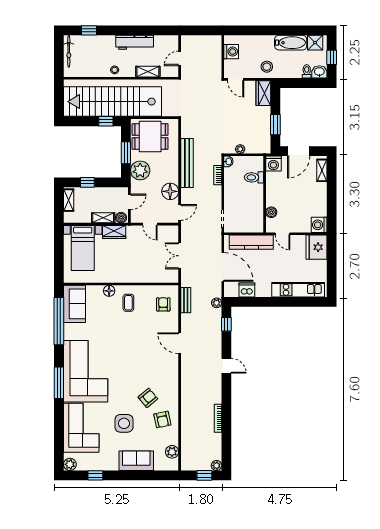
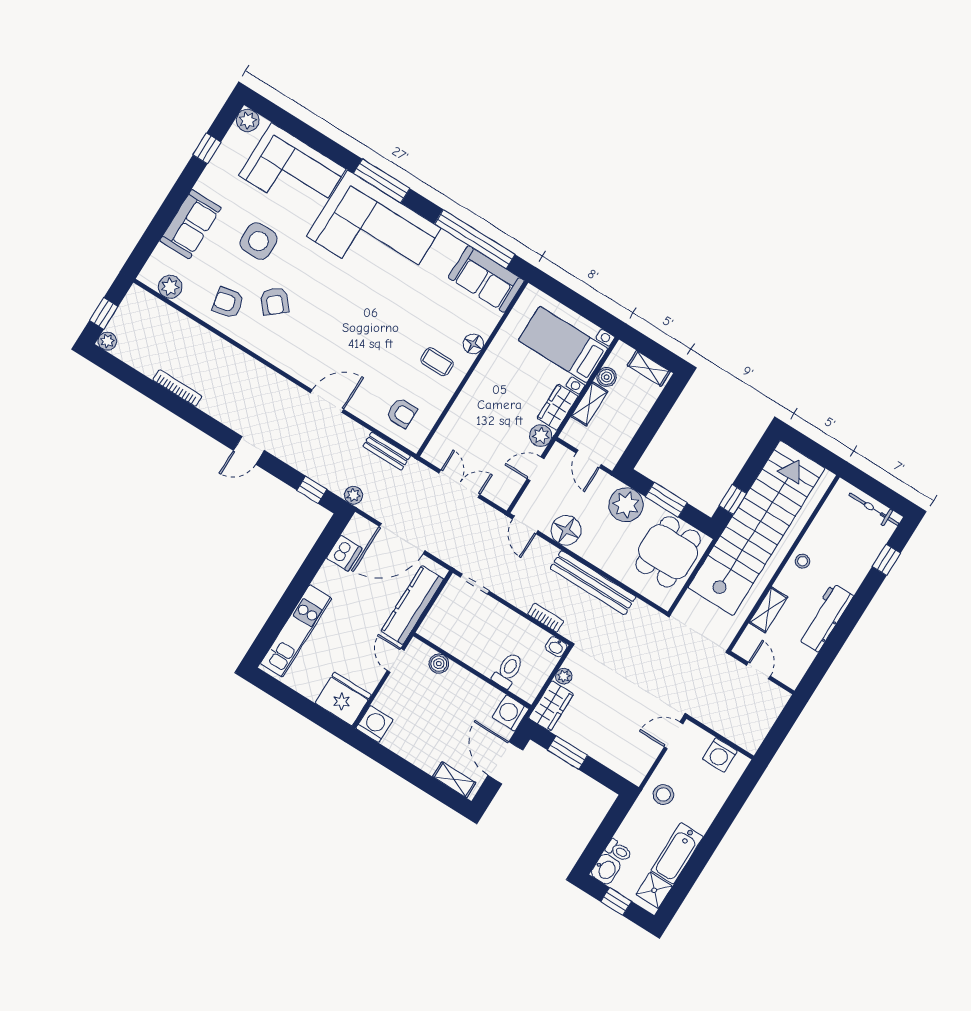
wardrobe: (263, 93) -> (551, 706), moved, turned 90
window: (87, 182) -> (658, 414), removed
boiler: (121, 218) -> (607, 377), moved
plant: (133, 232) -> (541, 436), added
door: (283, 234) -> (396, 660), hinge flipped

